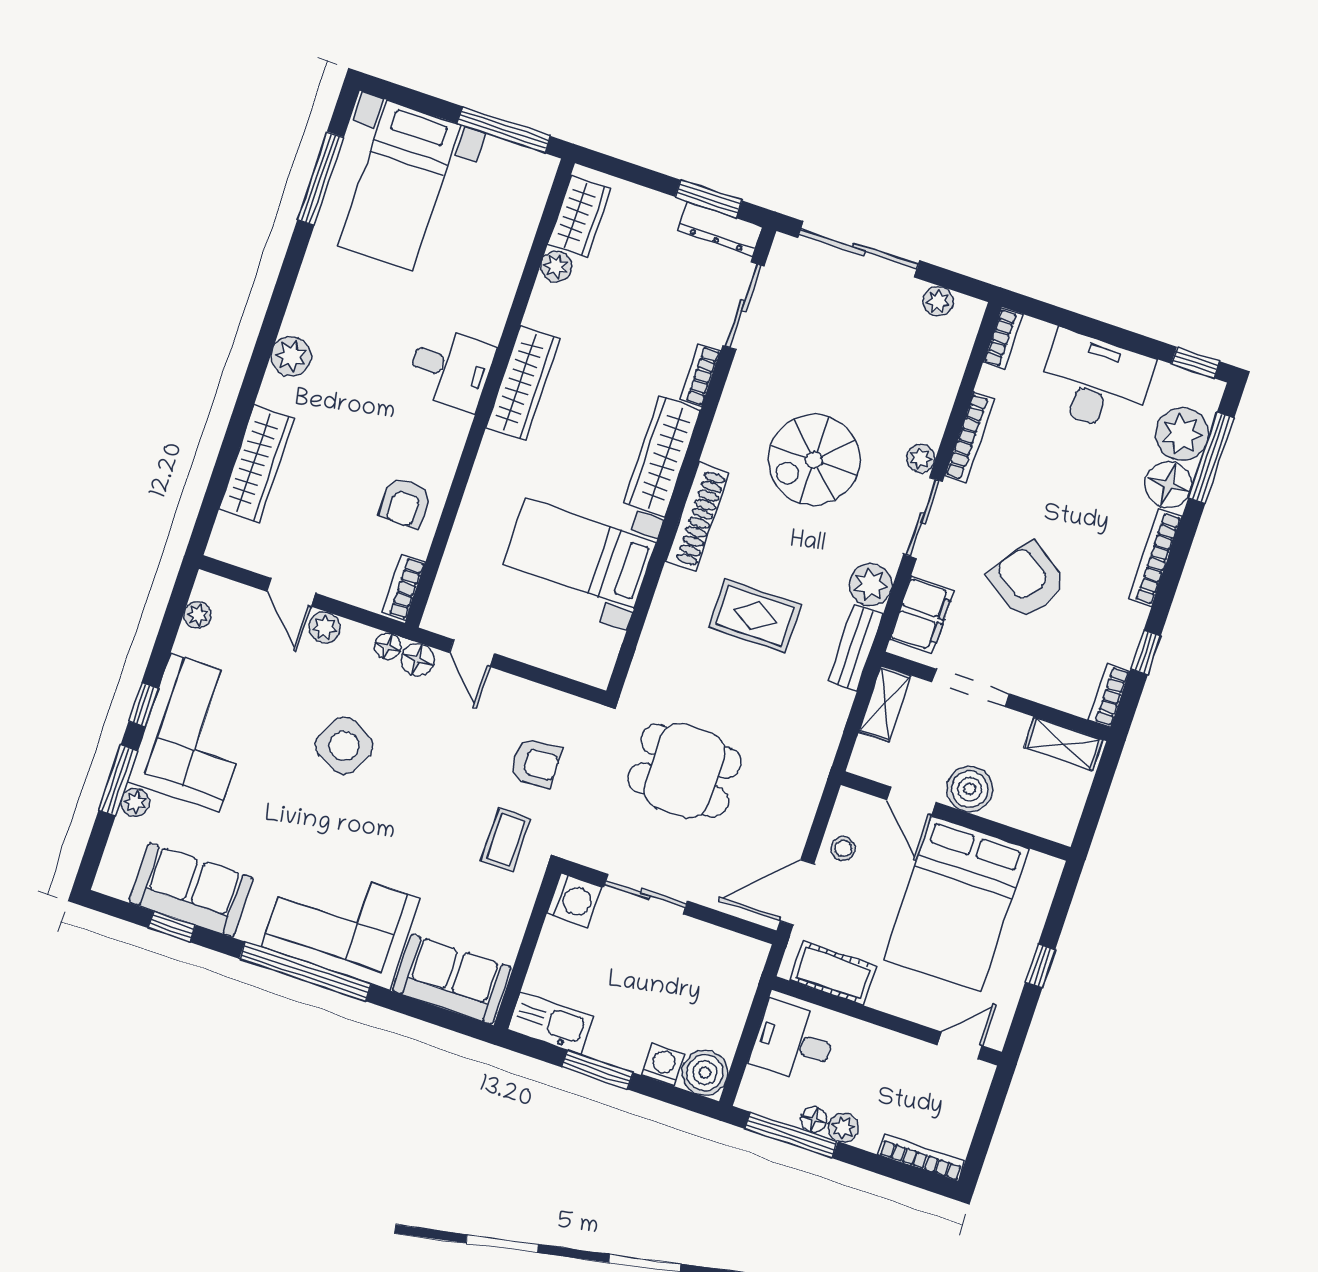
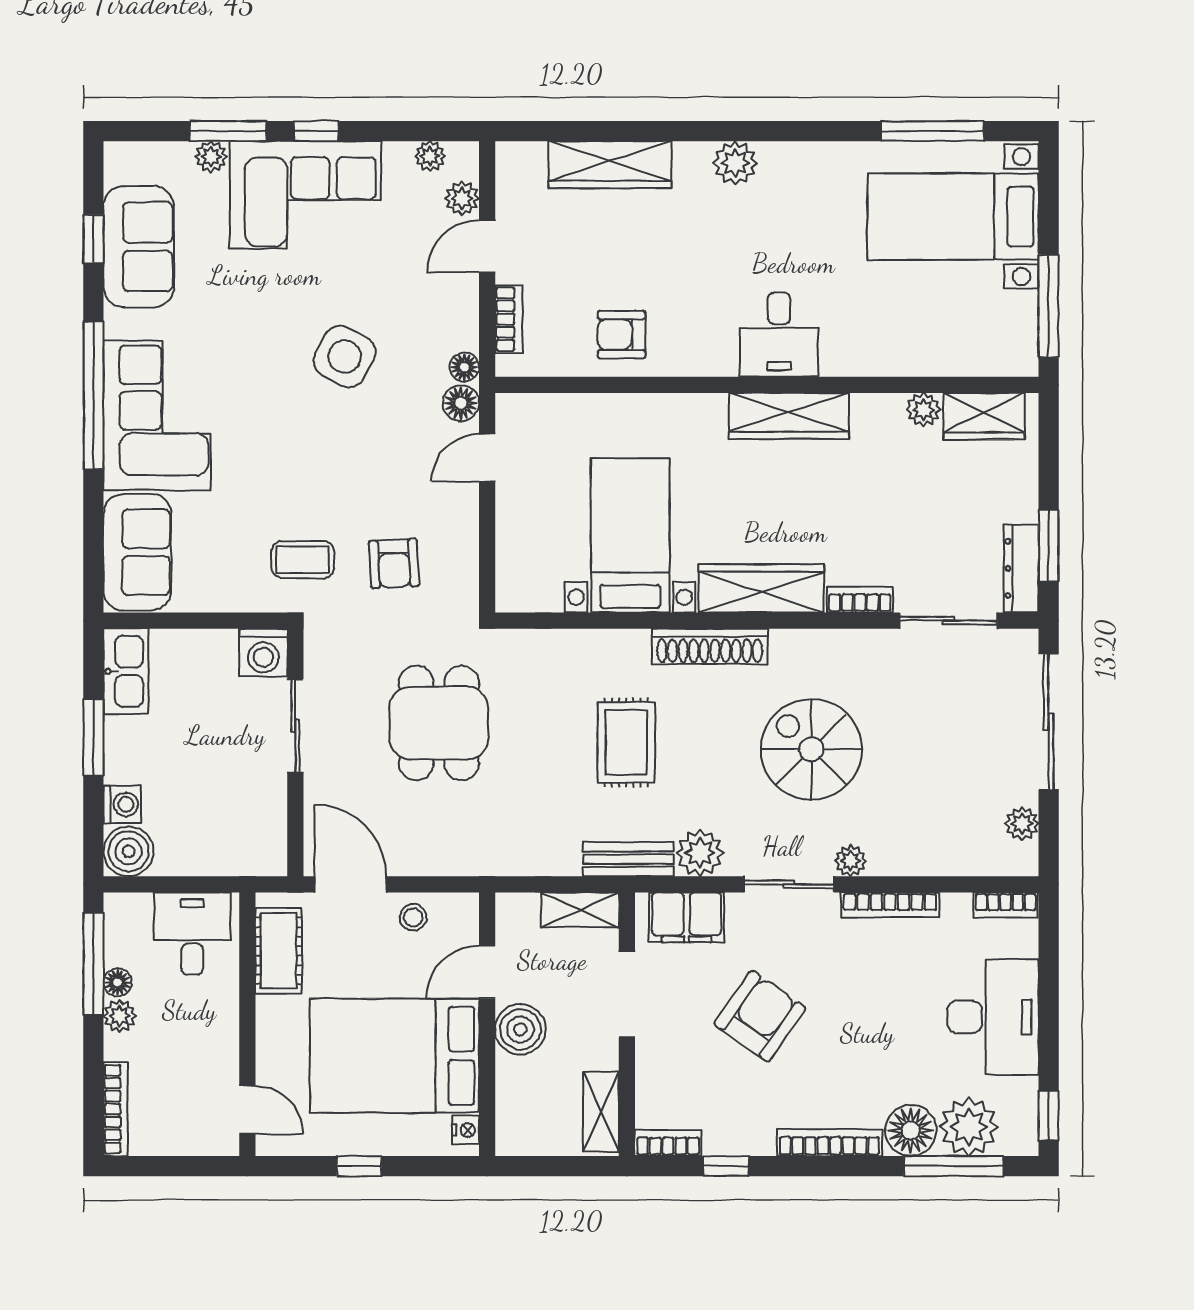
bookcase: (404, 587) -> (509, 319), moved, turned 90
plant: (325, 627) -> (462, 198), moved
nightstand: (1040, 865) -> (466, 1130), added

